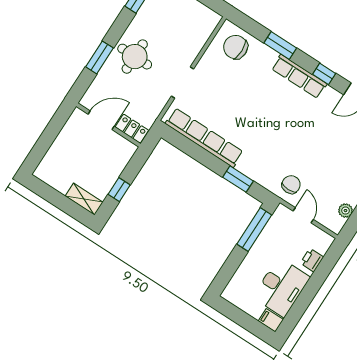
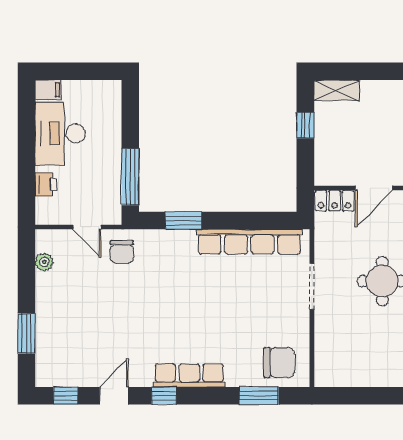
window: (280, 45) -> (259, 396), moved

